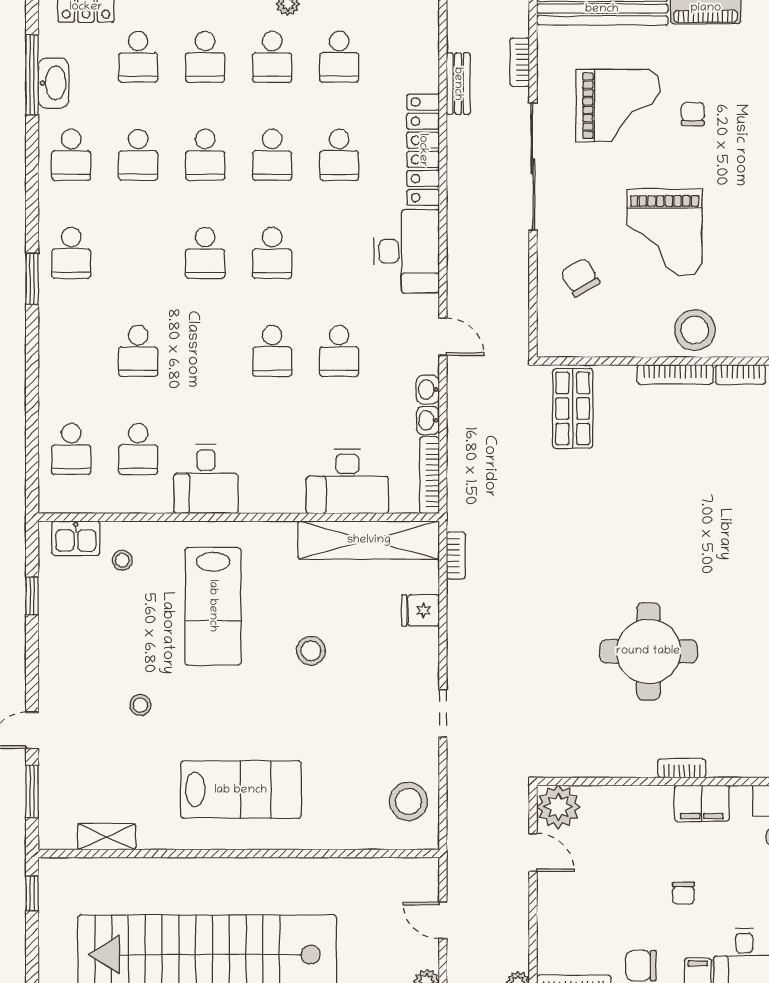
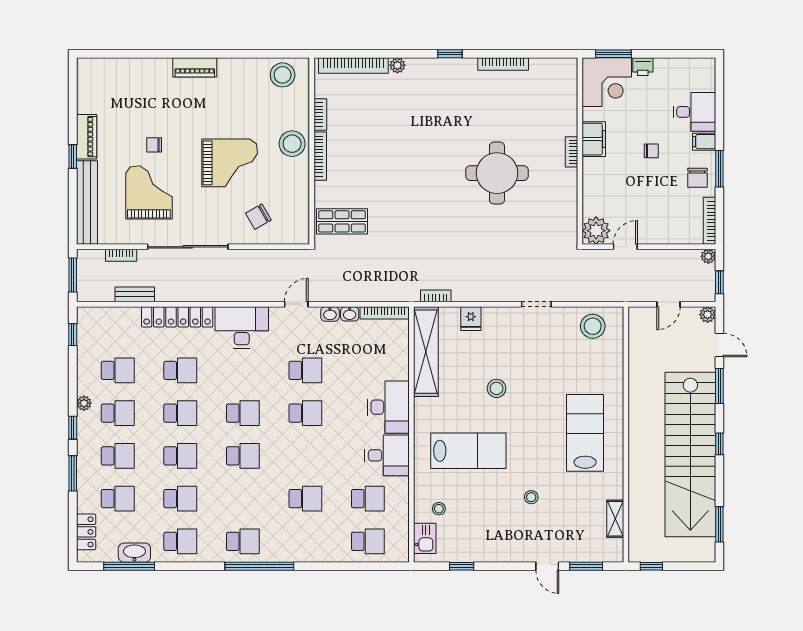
window: (32, 279) -> (259, 566), width x2.11
desk: (347, 481) -> (389, 407), moved

